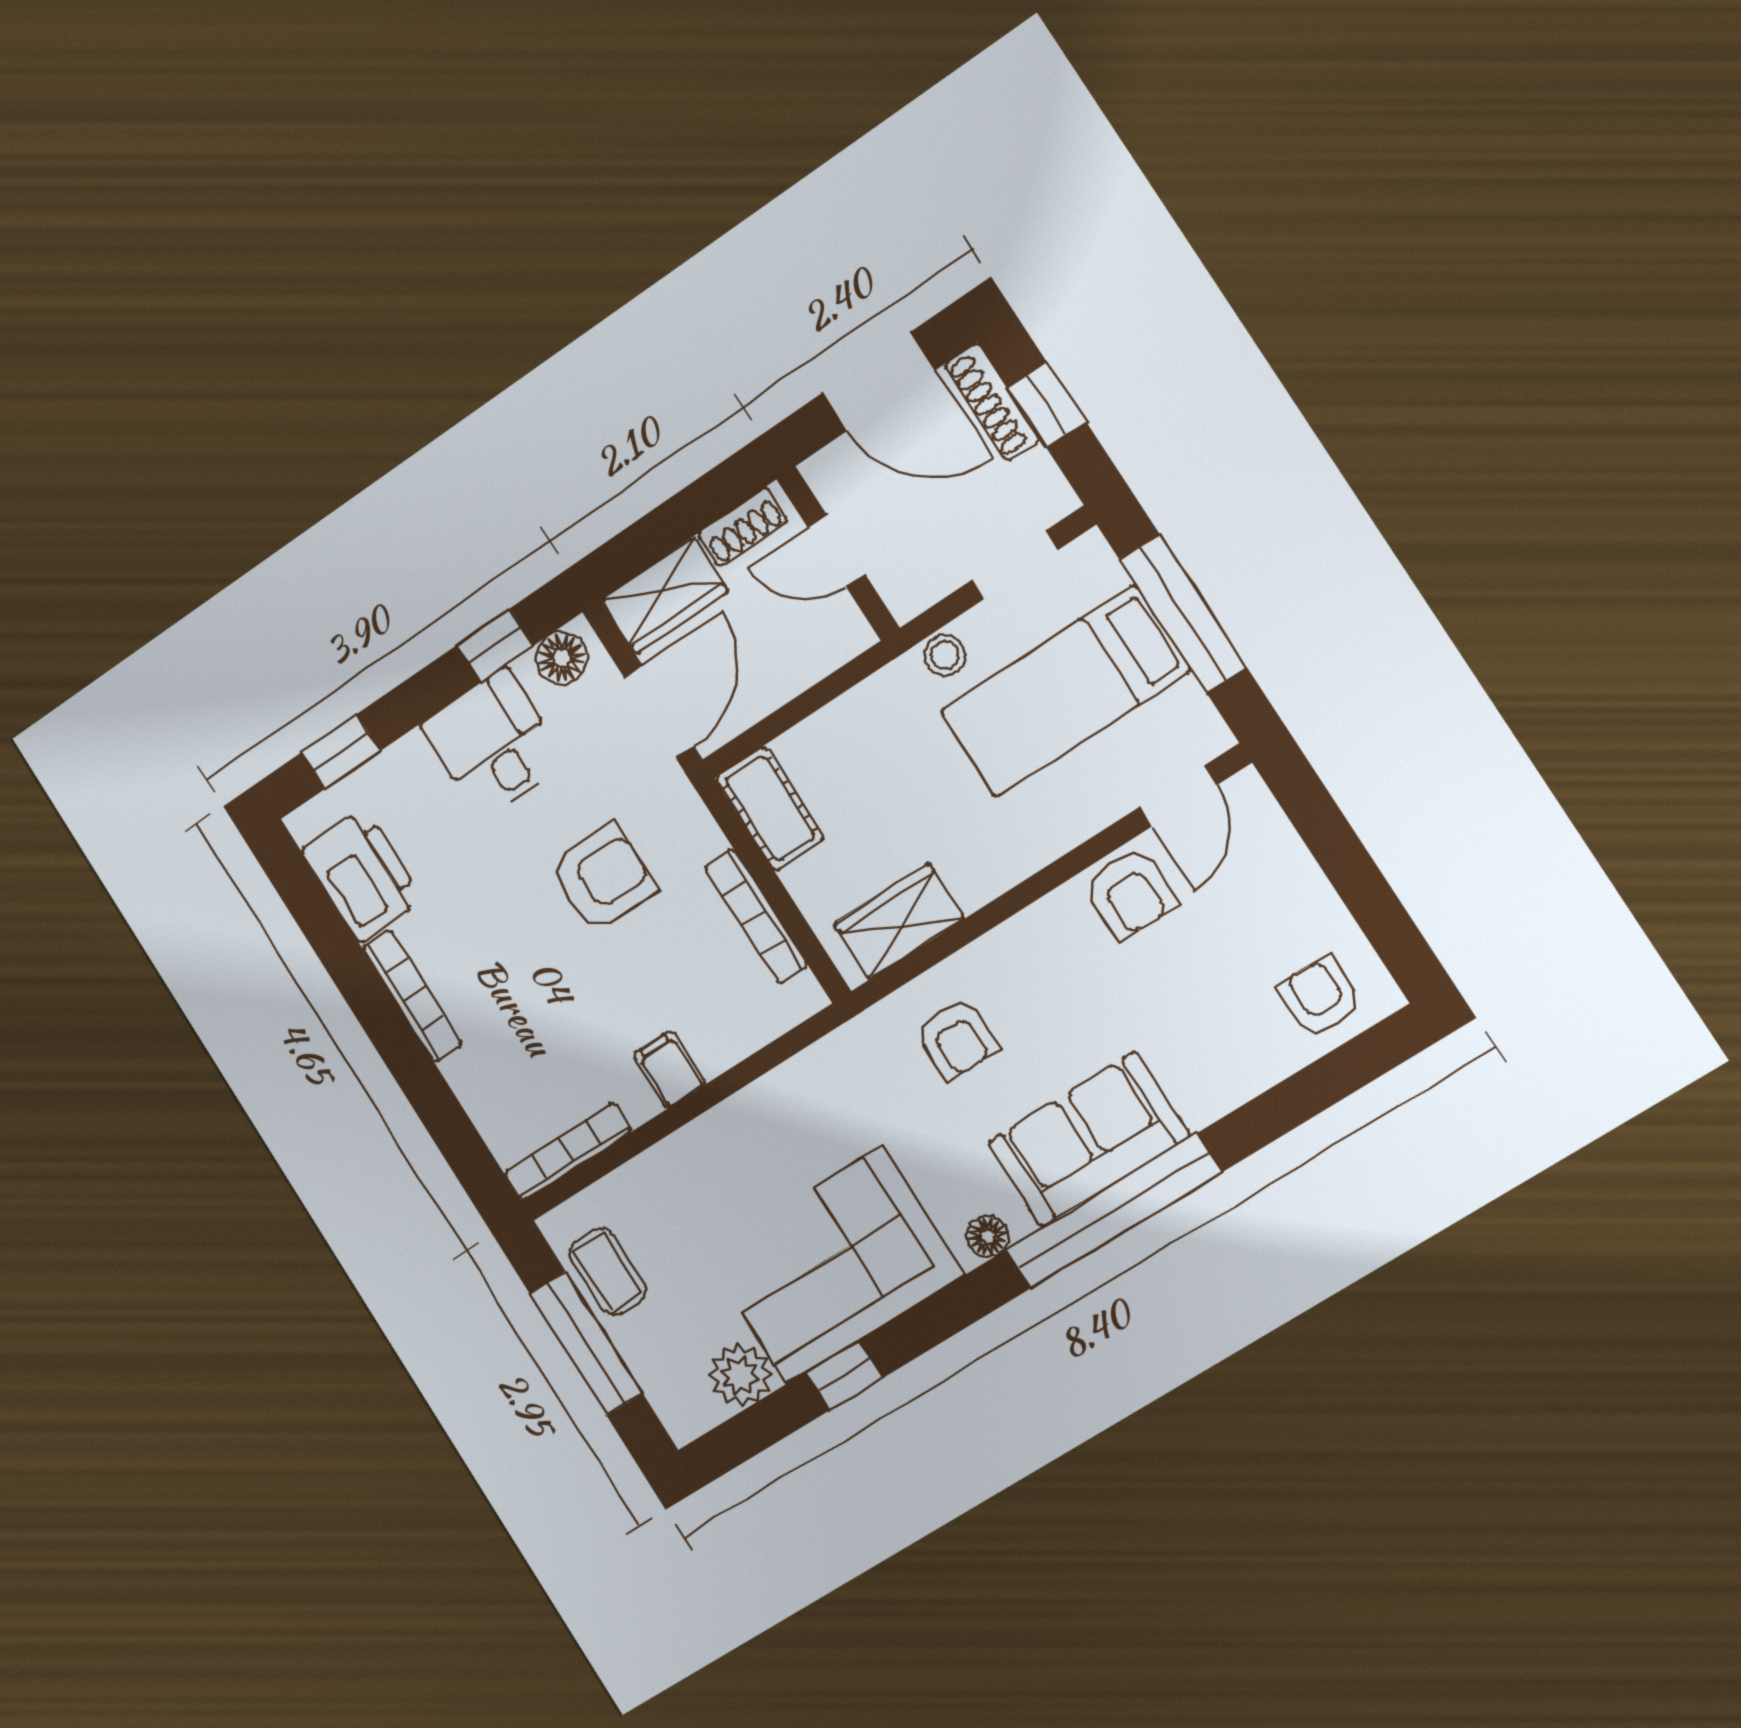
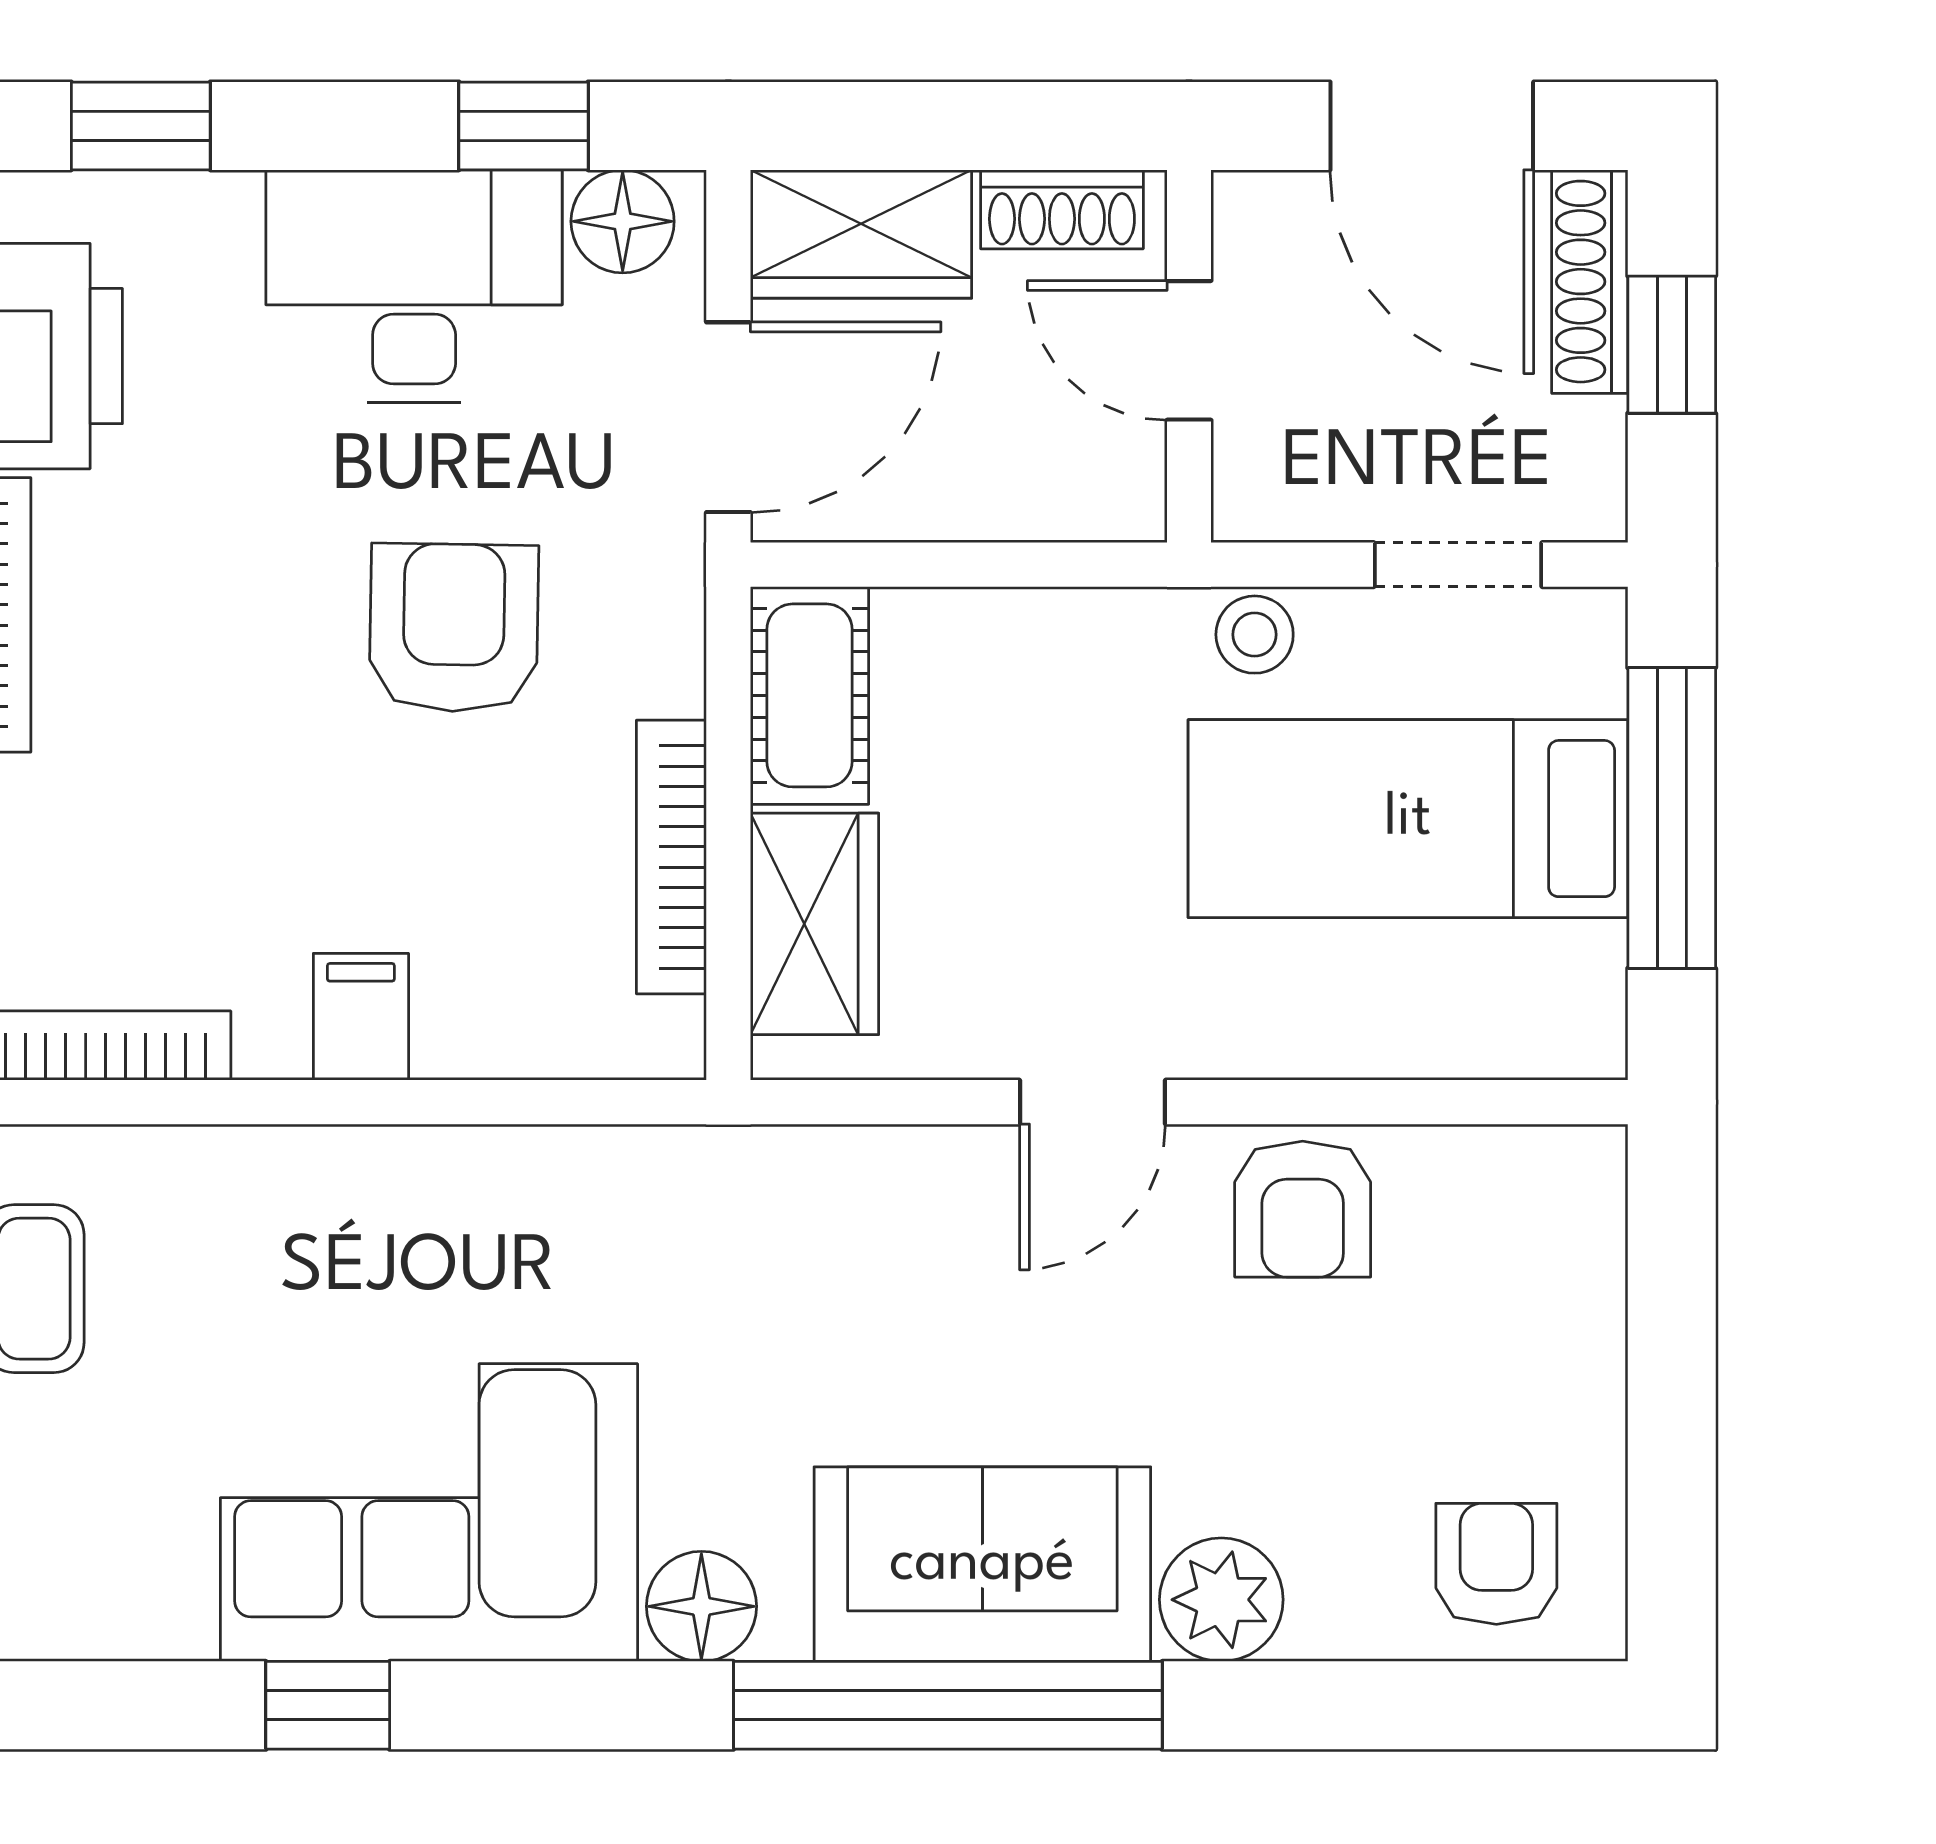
desk: (494, 744) -> (414, 286), width x1.37
door: (1178, 796) -> (1092, 1102), moved
armchair: (602, 878) -> (454, 628), turned -89
wardrobe: (899, 921) -> (814, 924), moved, turned 90
armchair: (957, 1039) -> (873, 1267), removed
floor lamp: (988, 1236) -> (701, 1606), width x1.37, depth x1.37
plant: (740, 1375) -> (1221, 1600), moved

